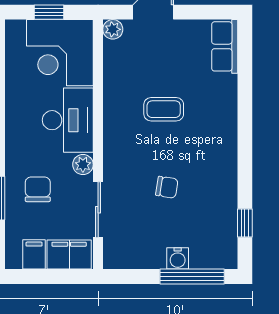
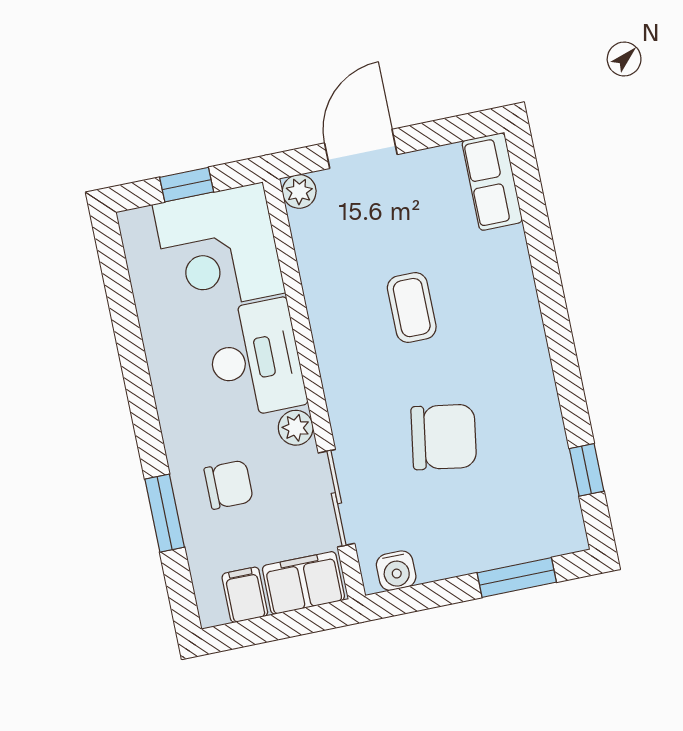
coffee table: (164, 109) -> (412, 308), turned 90
chair: (167, 187) -> (444, 437), width x1.87, depth x1.87
chair: (38, 189) -> (229, 485), turned 90
water cooler: (178, 258) -> (396, 571), moved
window: (192, 277) -> (517, 577), width x0.69

